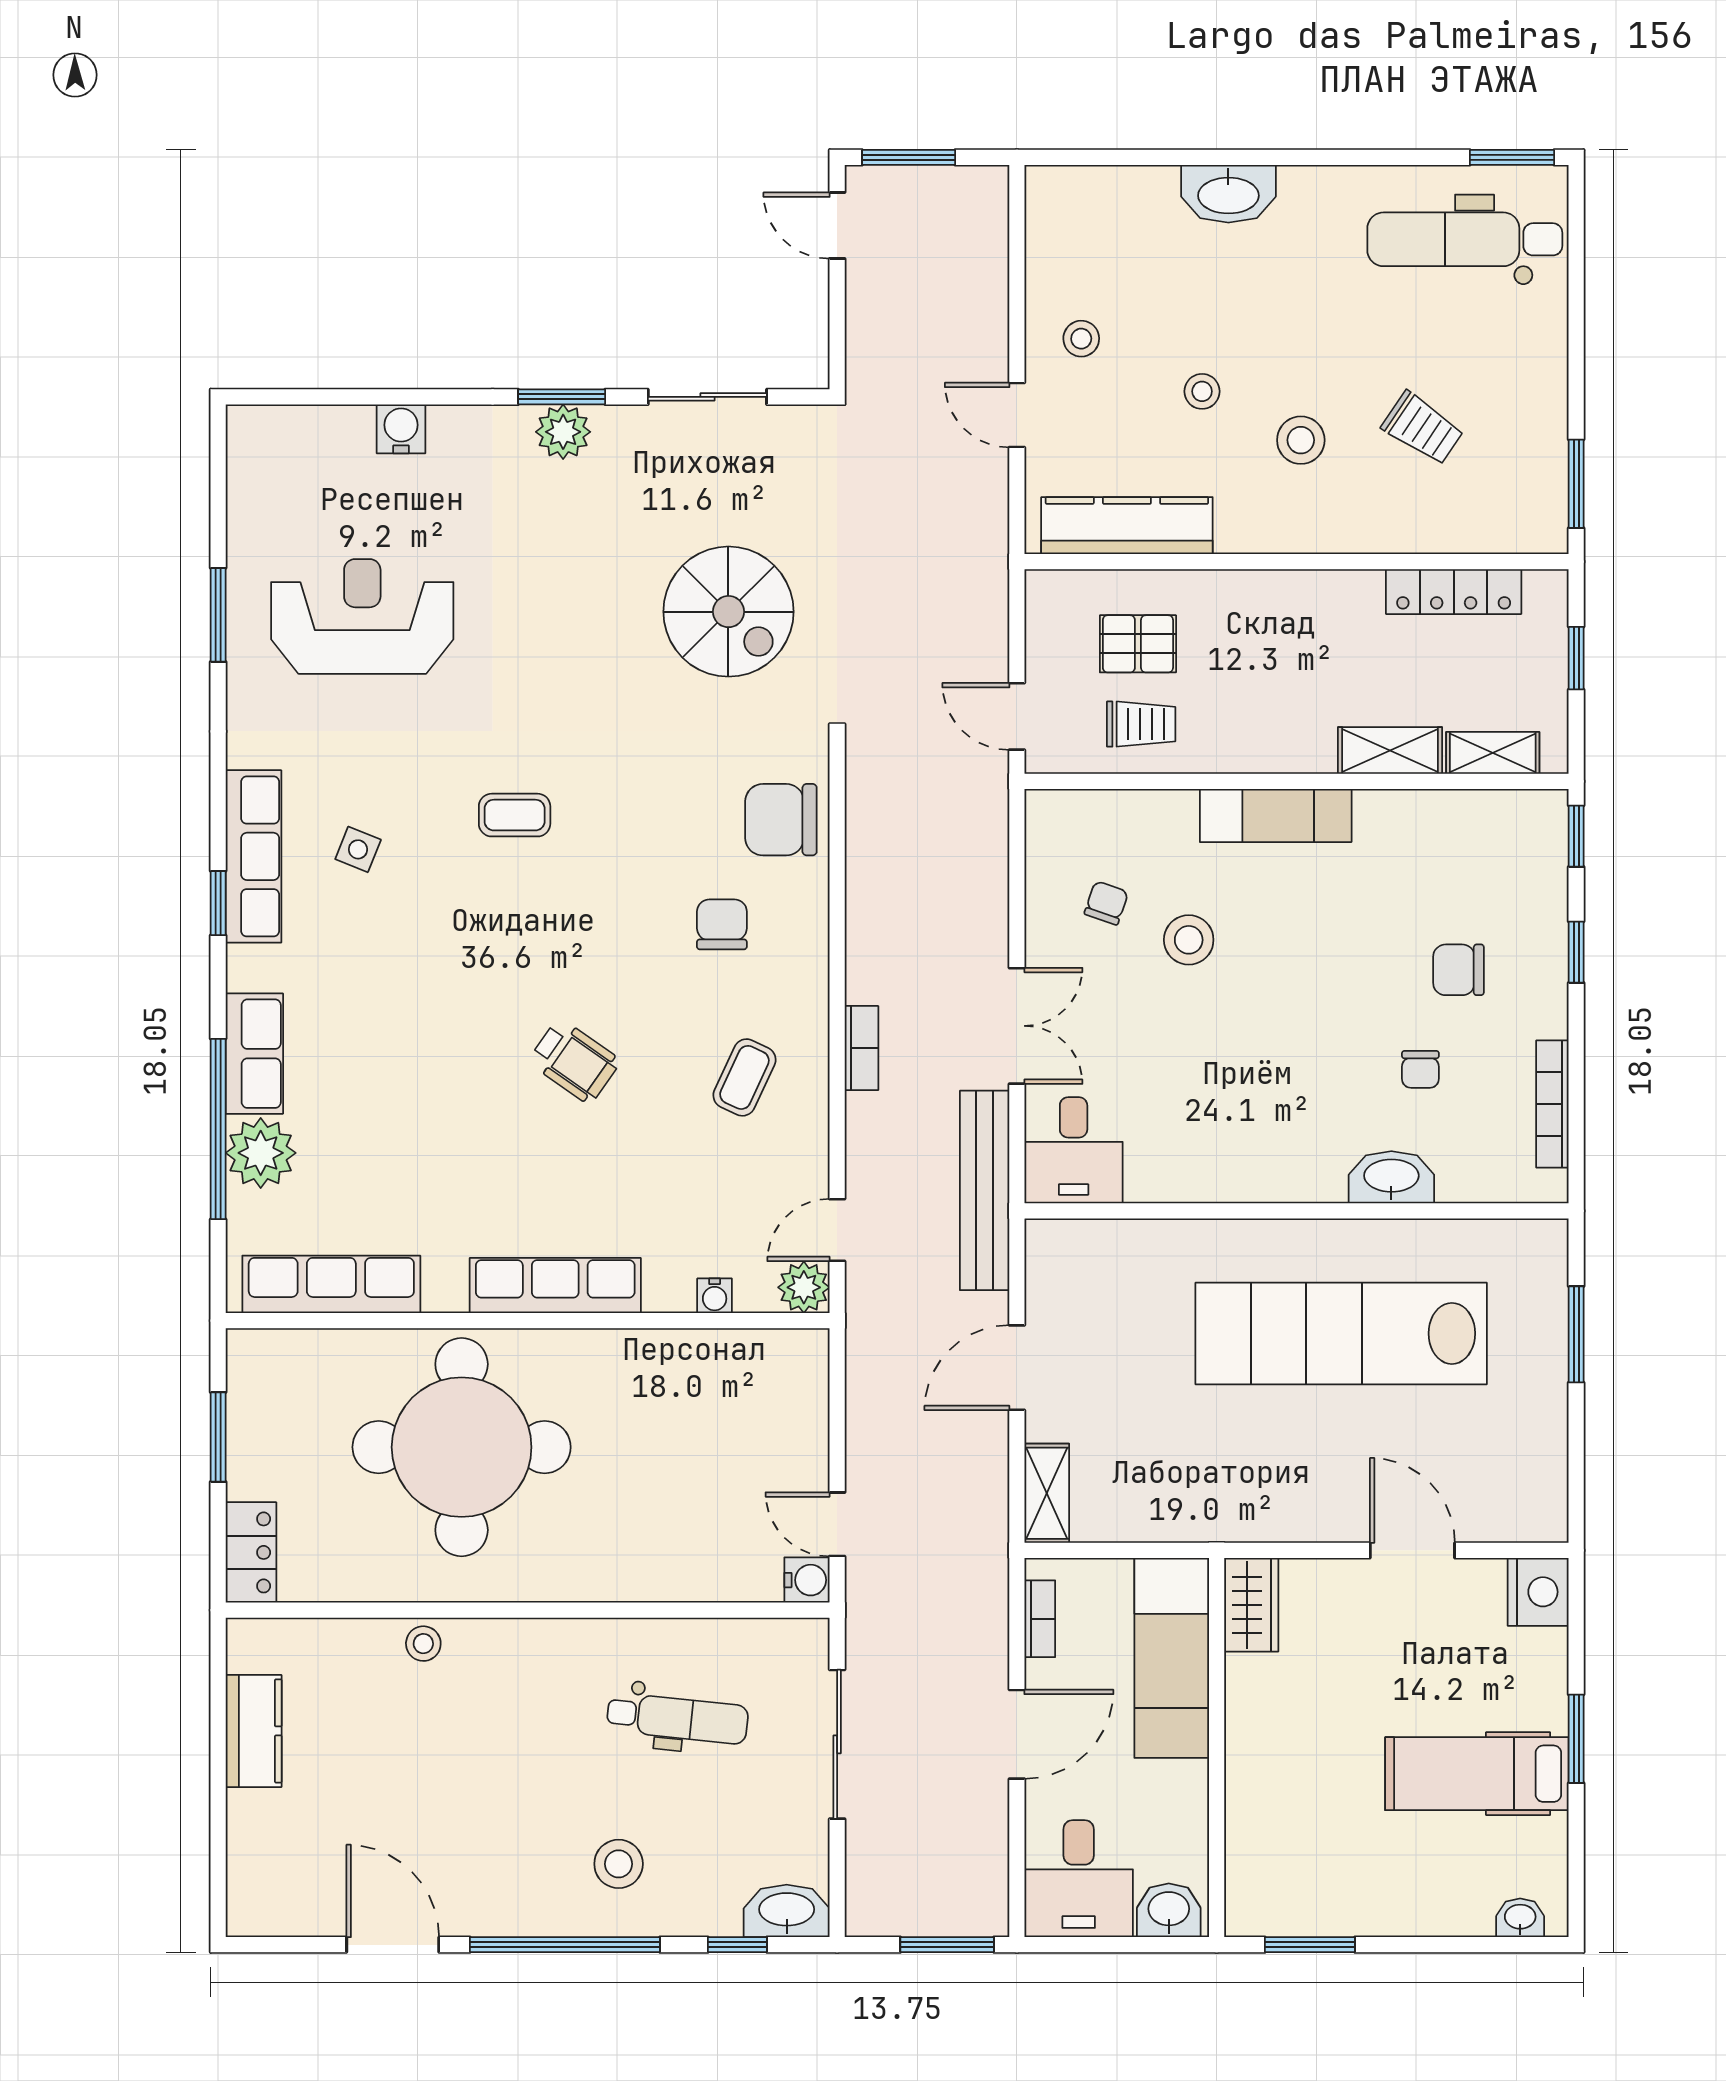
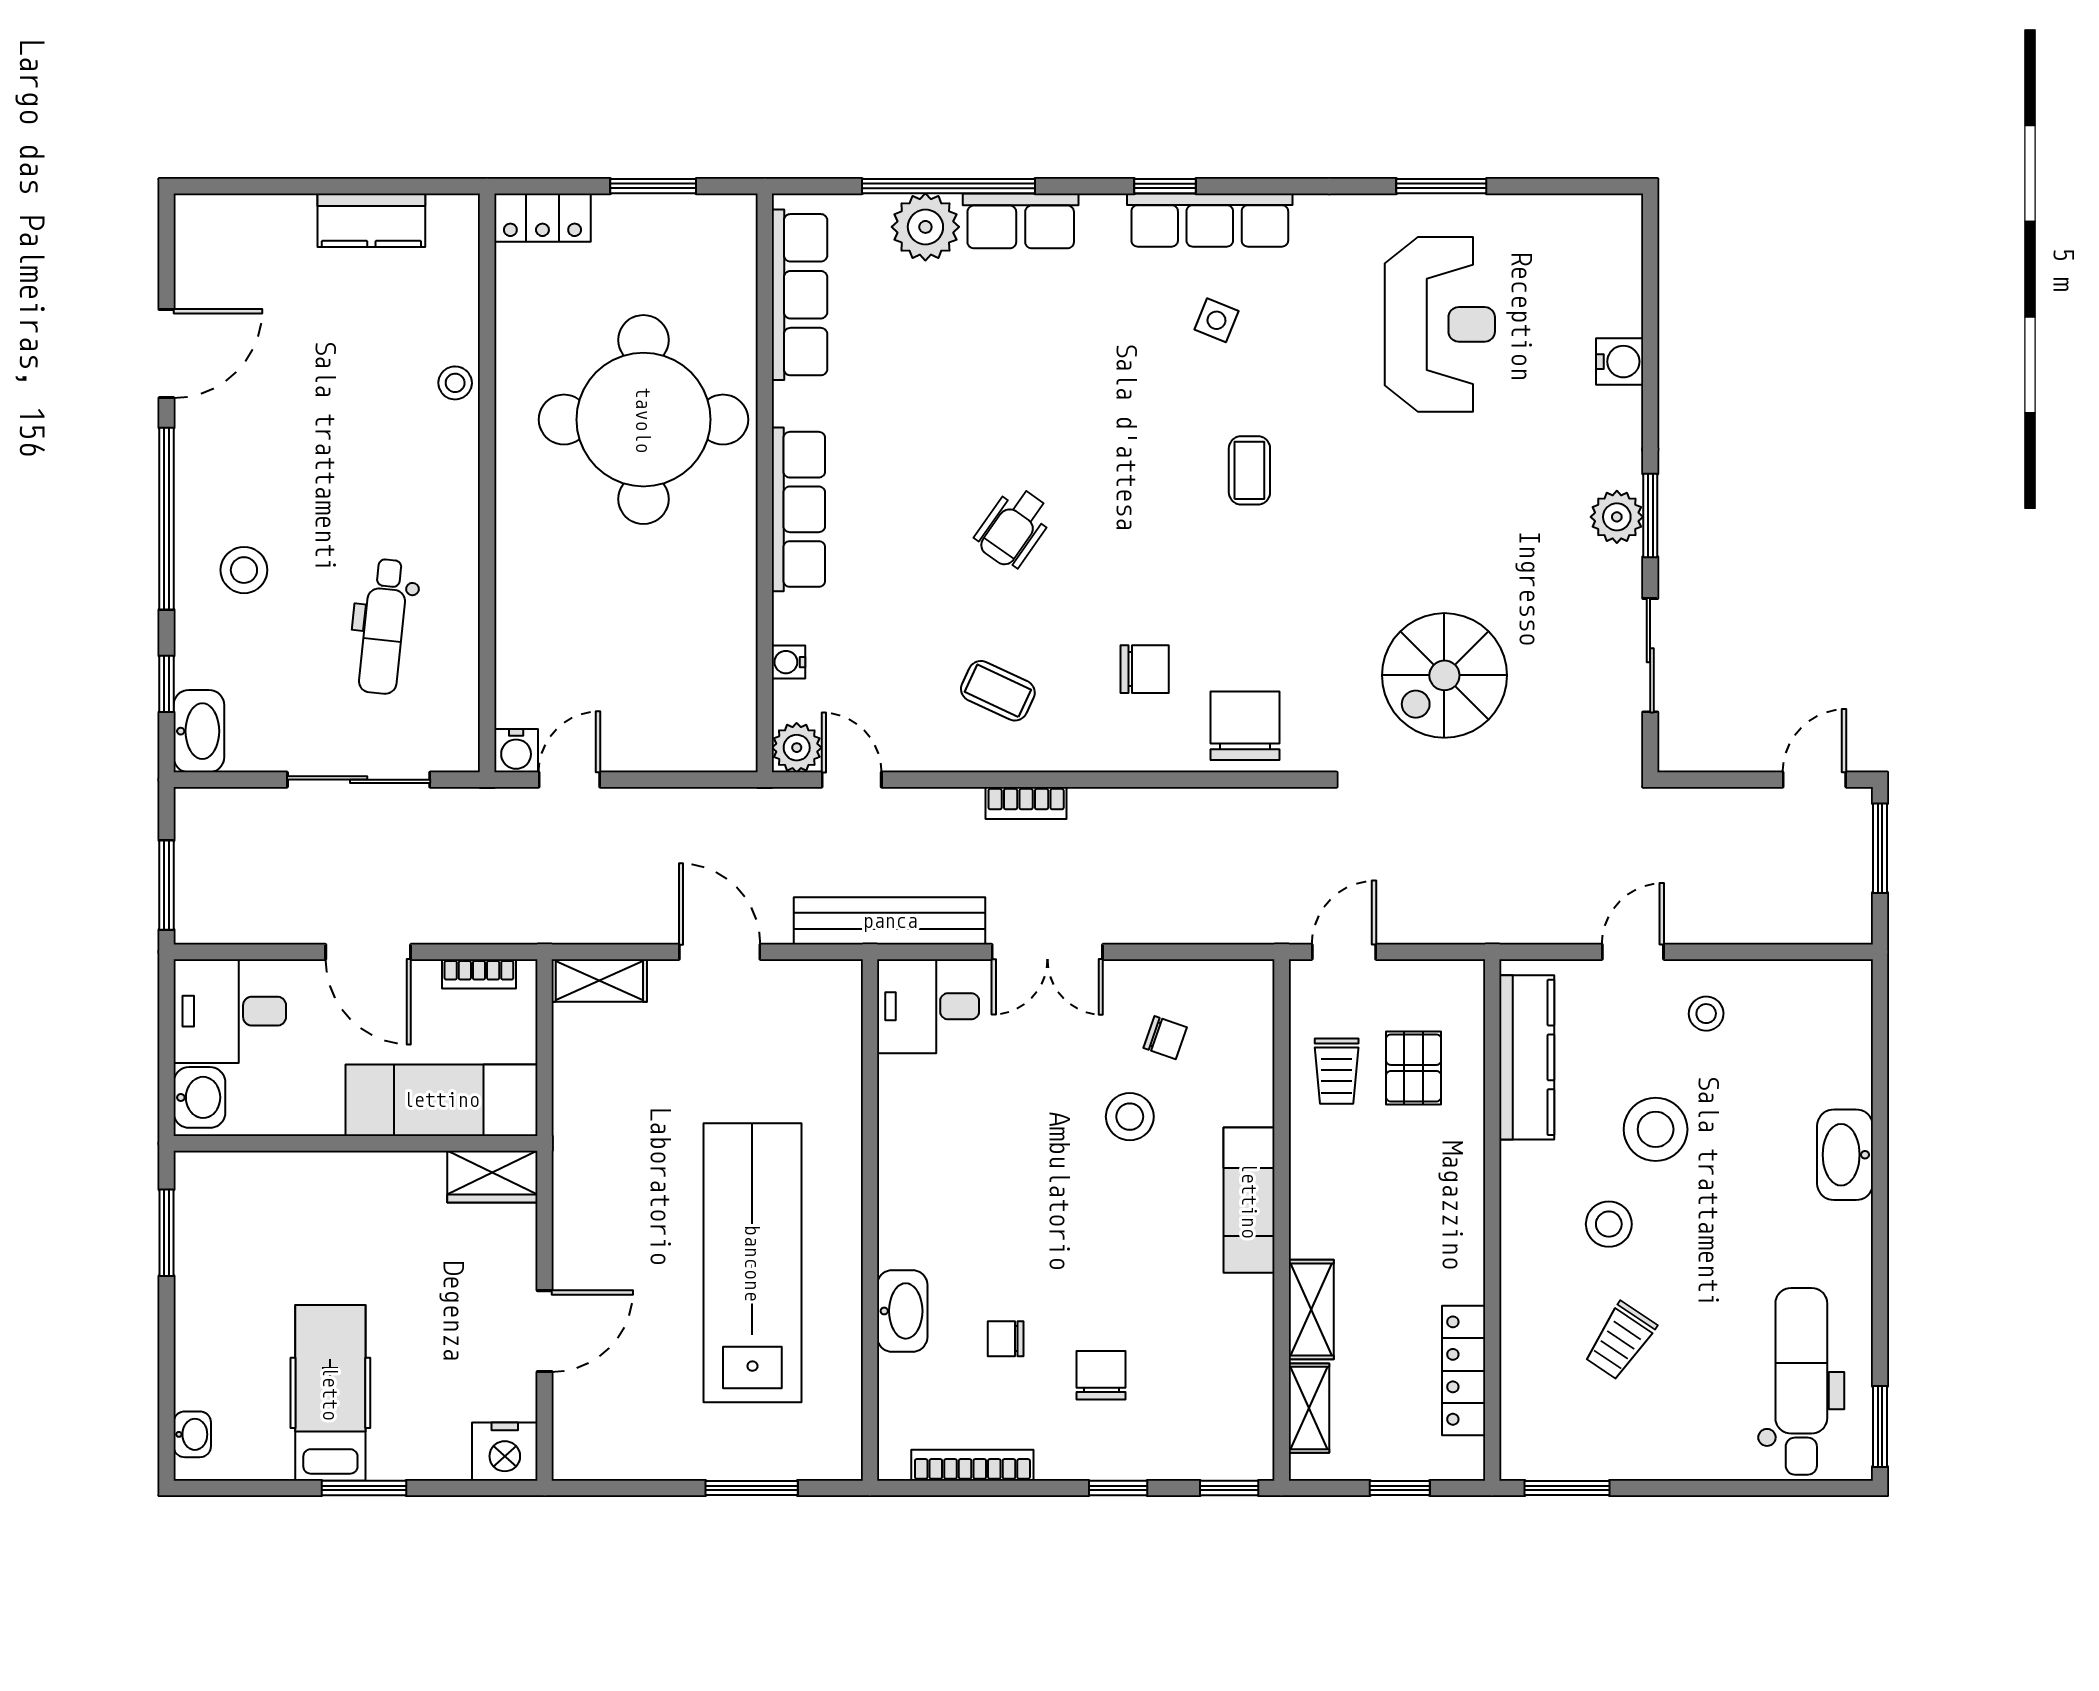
stool: (1202, 391) -> (1656, 1129), width x1.89, depth x1.89

